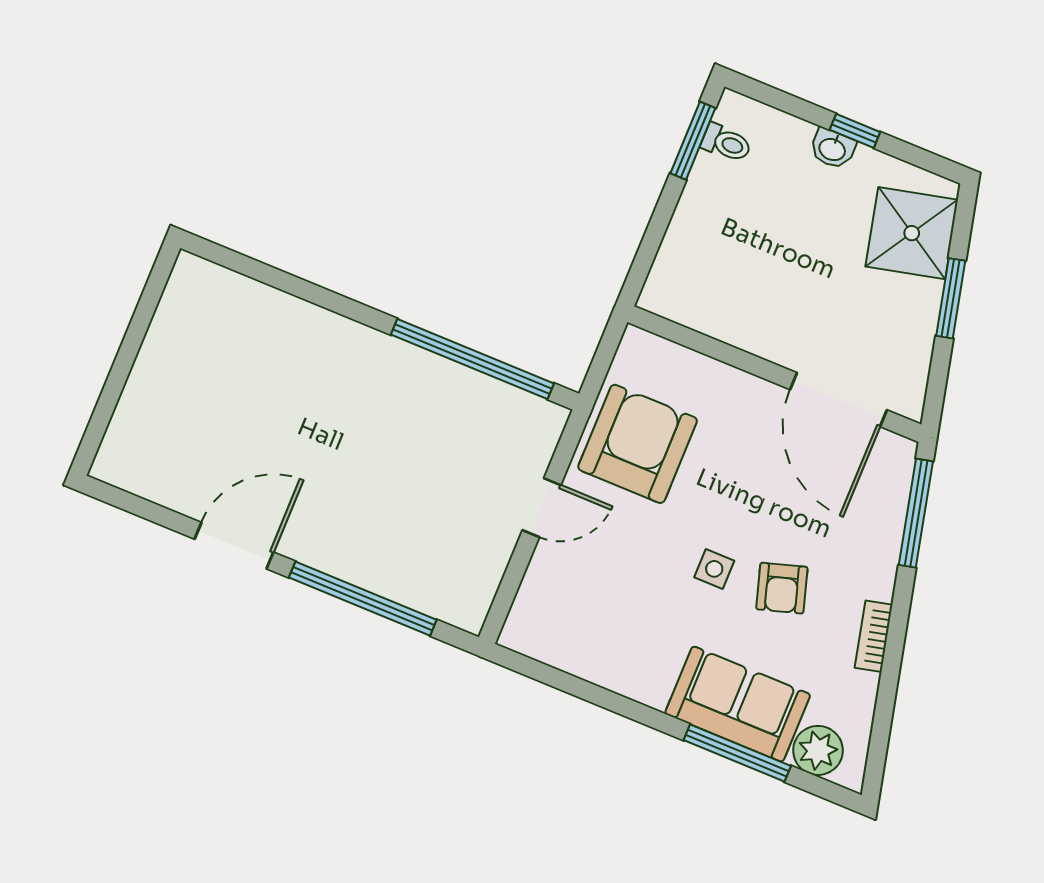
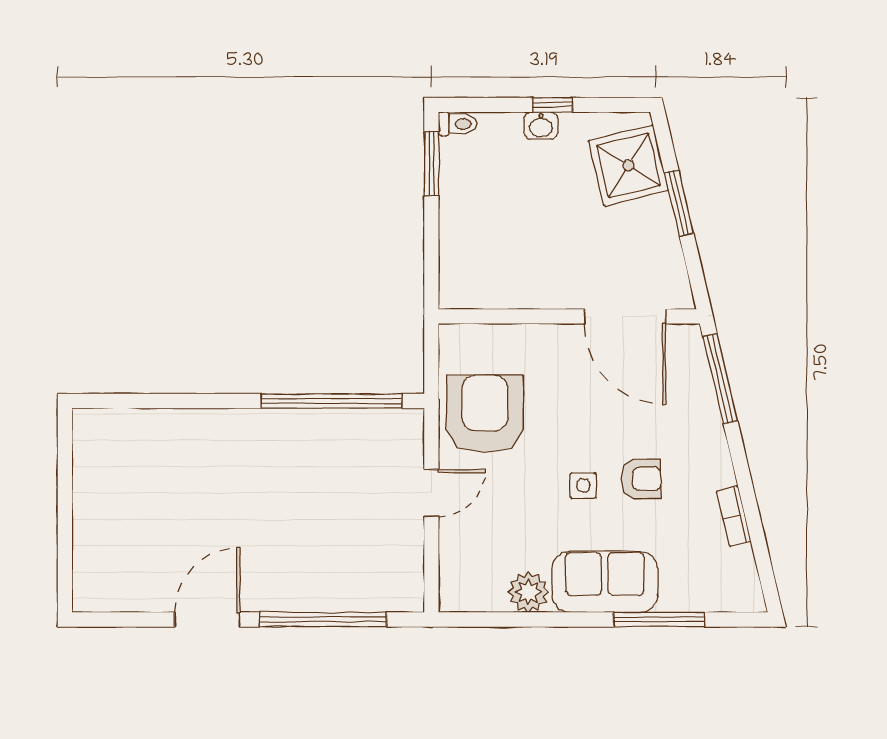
toilet: (726, 143) -> (458, 124), moved
armchair: (782, 588) -> (641, 479), turned -74
bookcase: (874, 636) -> (734, 516), moved
sofa: (738, 704) -> (605, 582), moved
plant: (818, 750) -> (528, 592), moved

